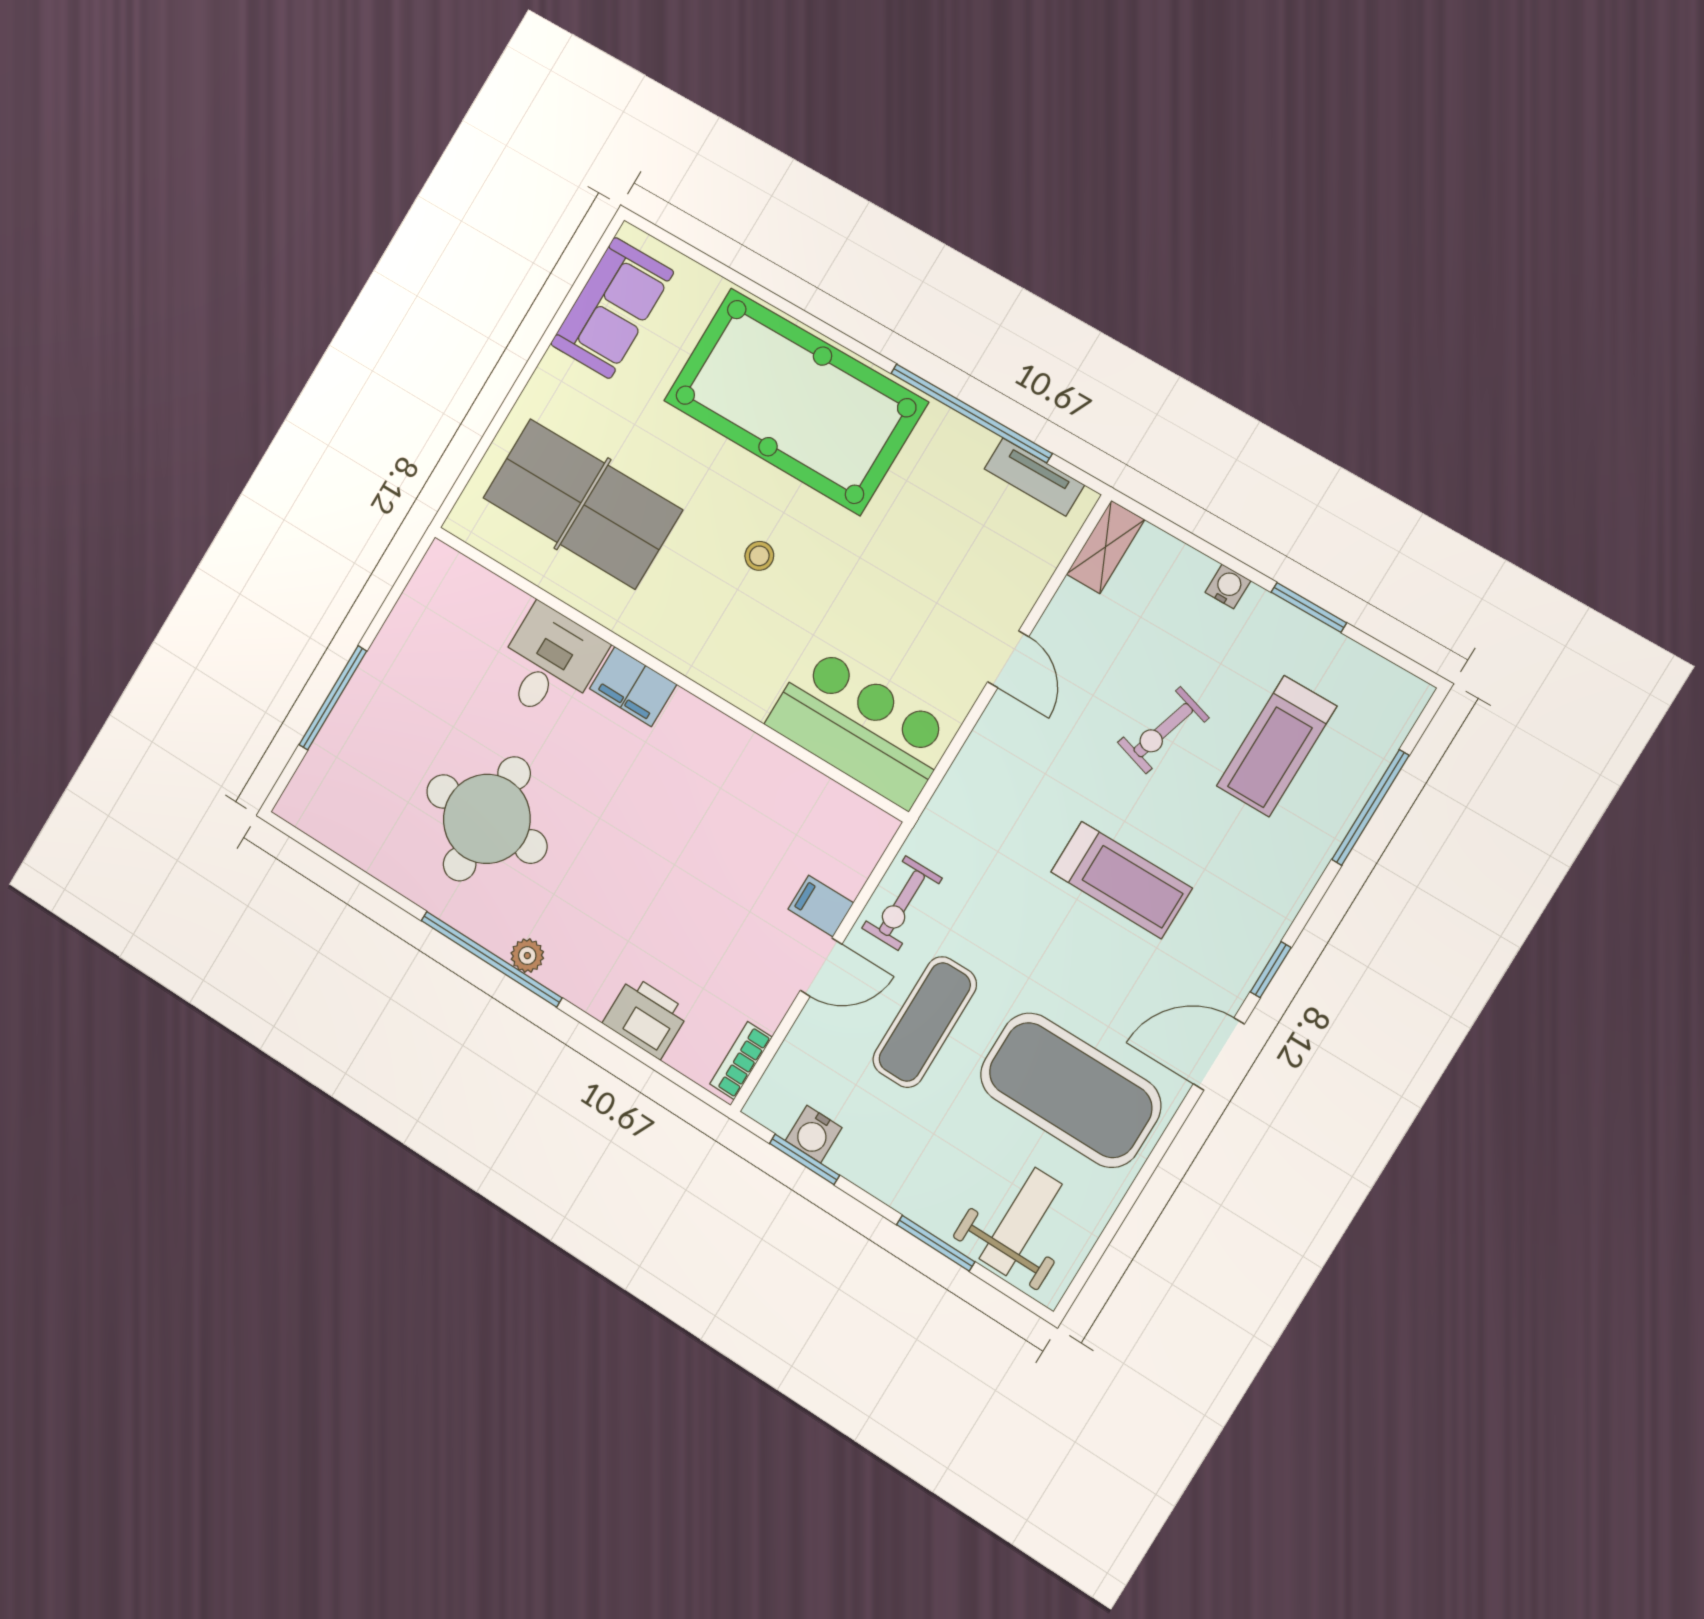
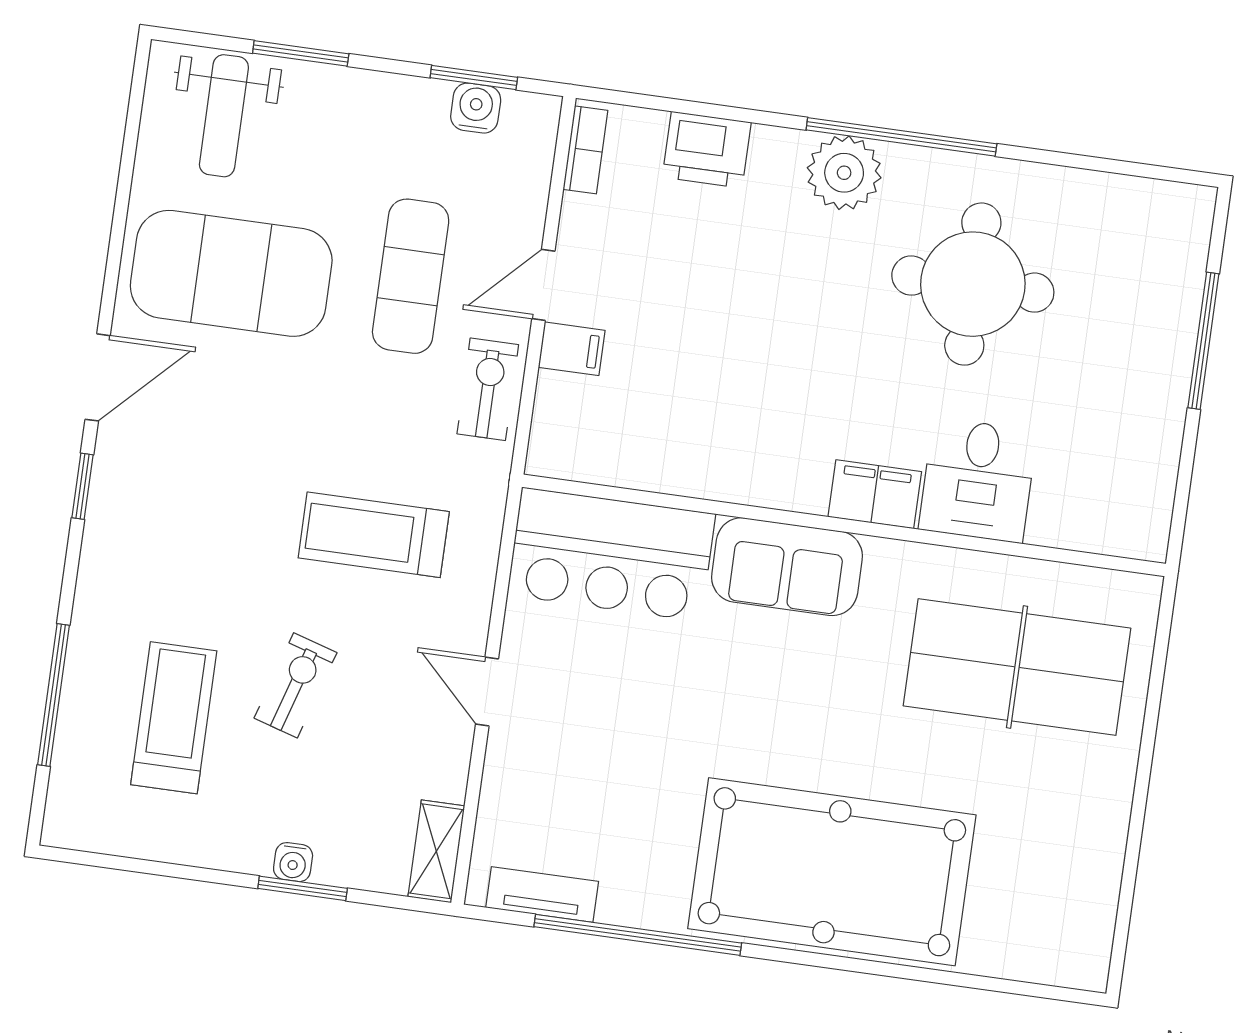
sofa: (612, 308) -> (787, 567), moved, turned -90
stool: (759, 556) -> (799, 691), removed
window: (1309, 607) -> (303, 888), moved
treadmill: (1121, 880) -> (374, 535), moved
plant: (527, 956) -> (844, 173), width x1.88, depth x1.88

